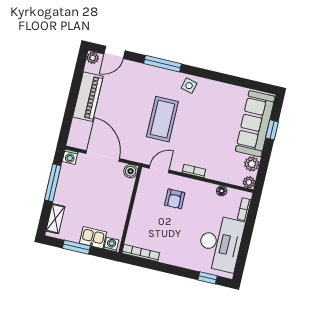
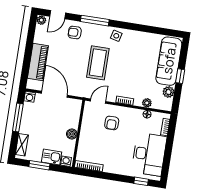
armchair: (135, 77) -> (75, 32), added
piano: (88, 97) -> (38, 62), moved
window: (272, 130) -> (180, 76), moved
boiler: (131, 171) -> (72, 134), moved
plant: (249, 182) -> (147, 103), moved

